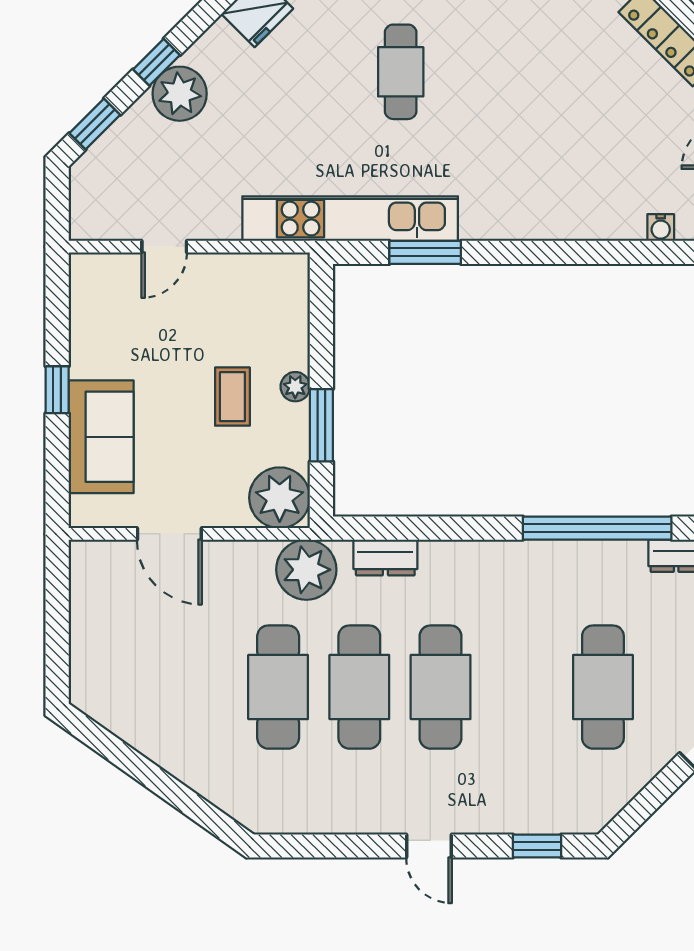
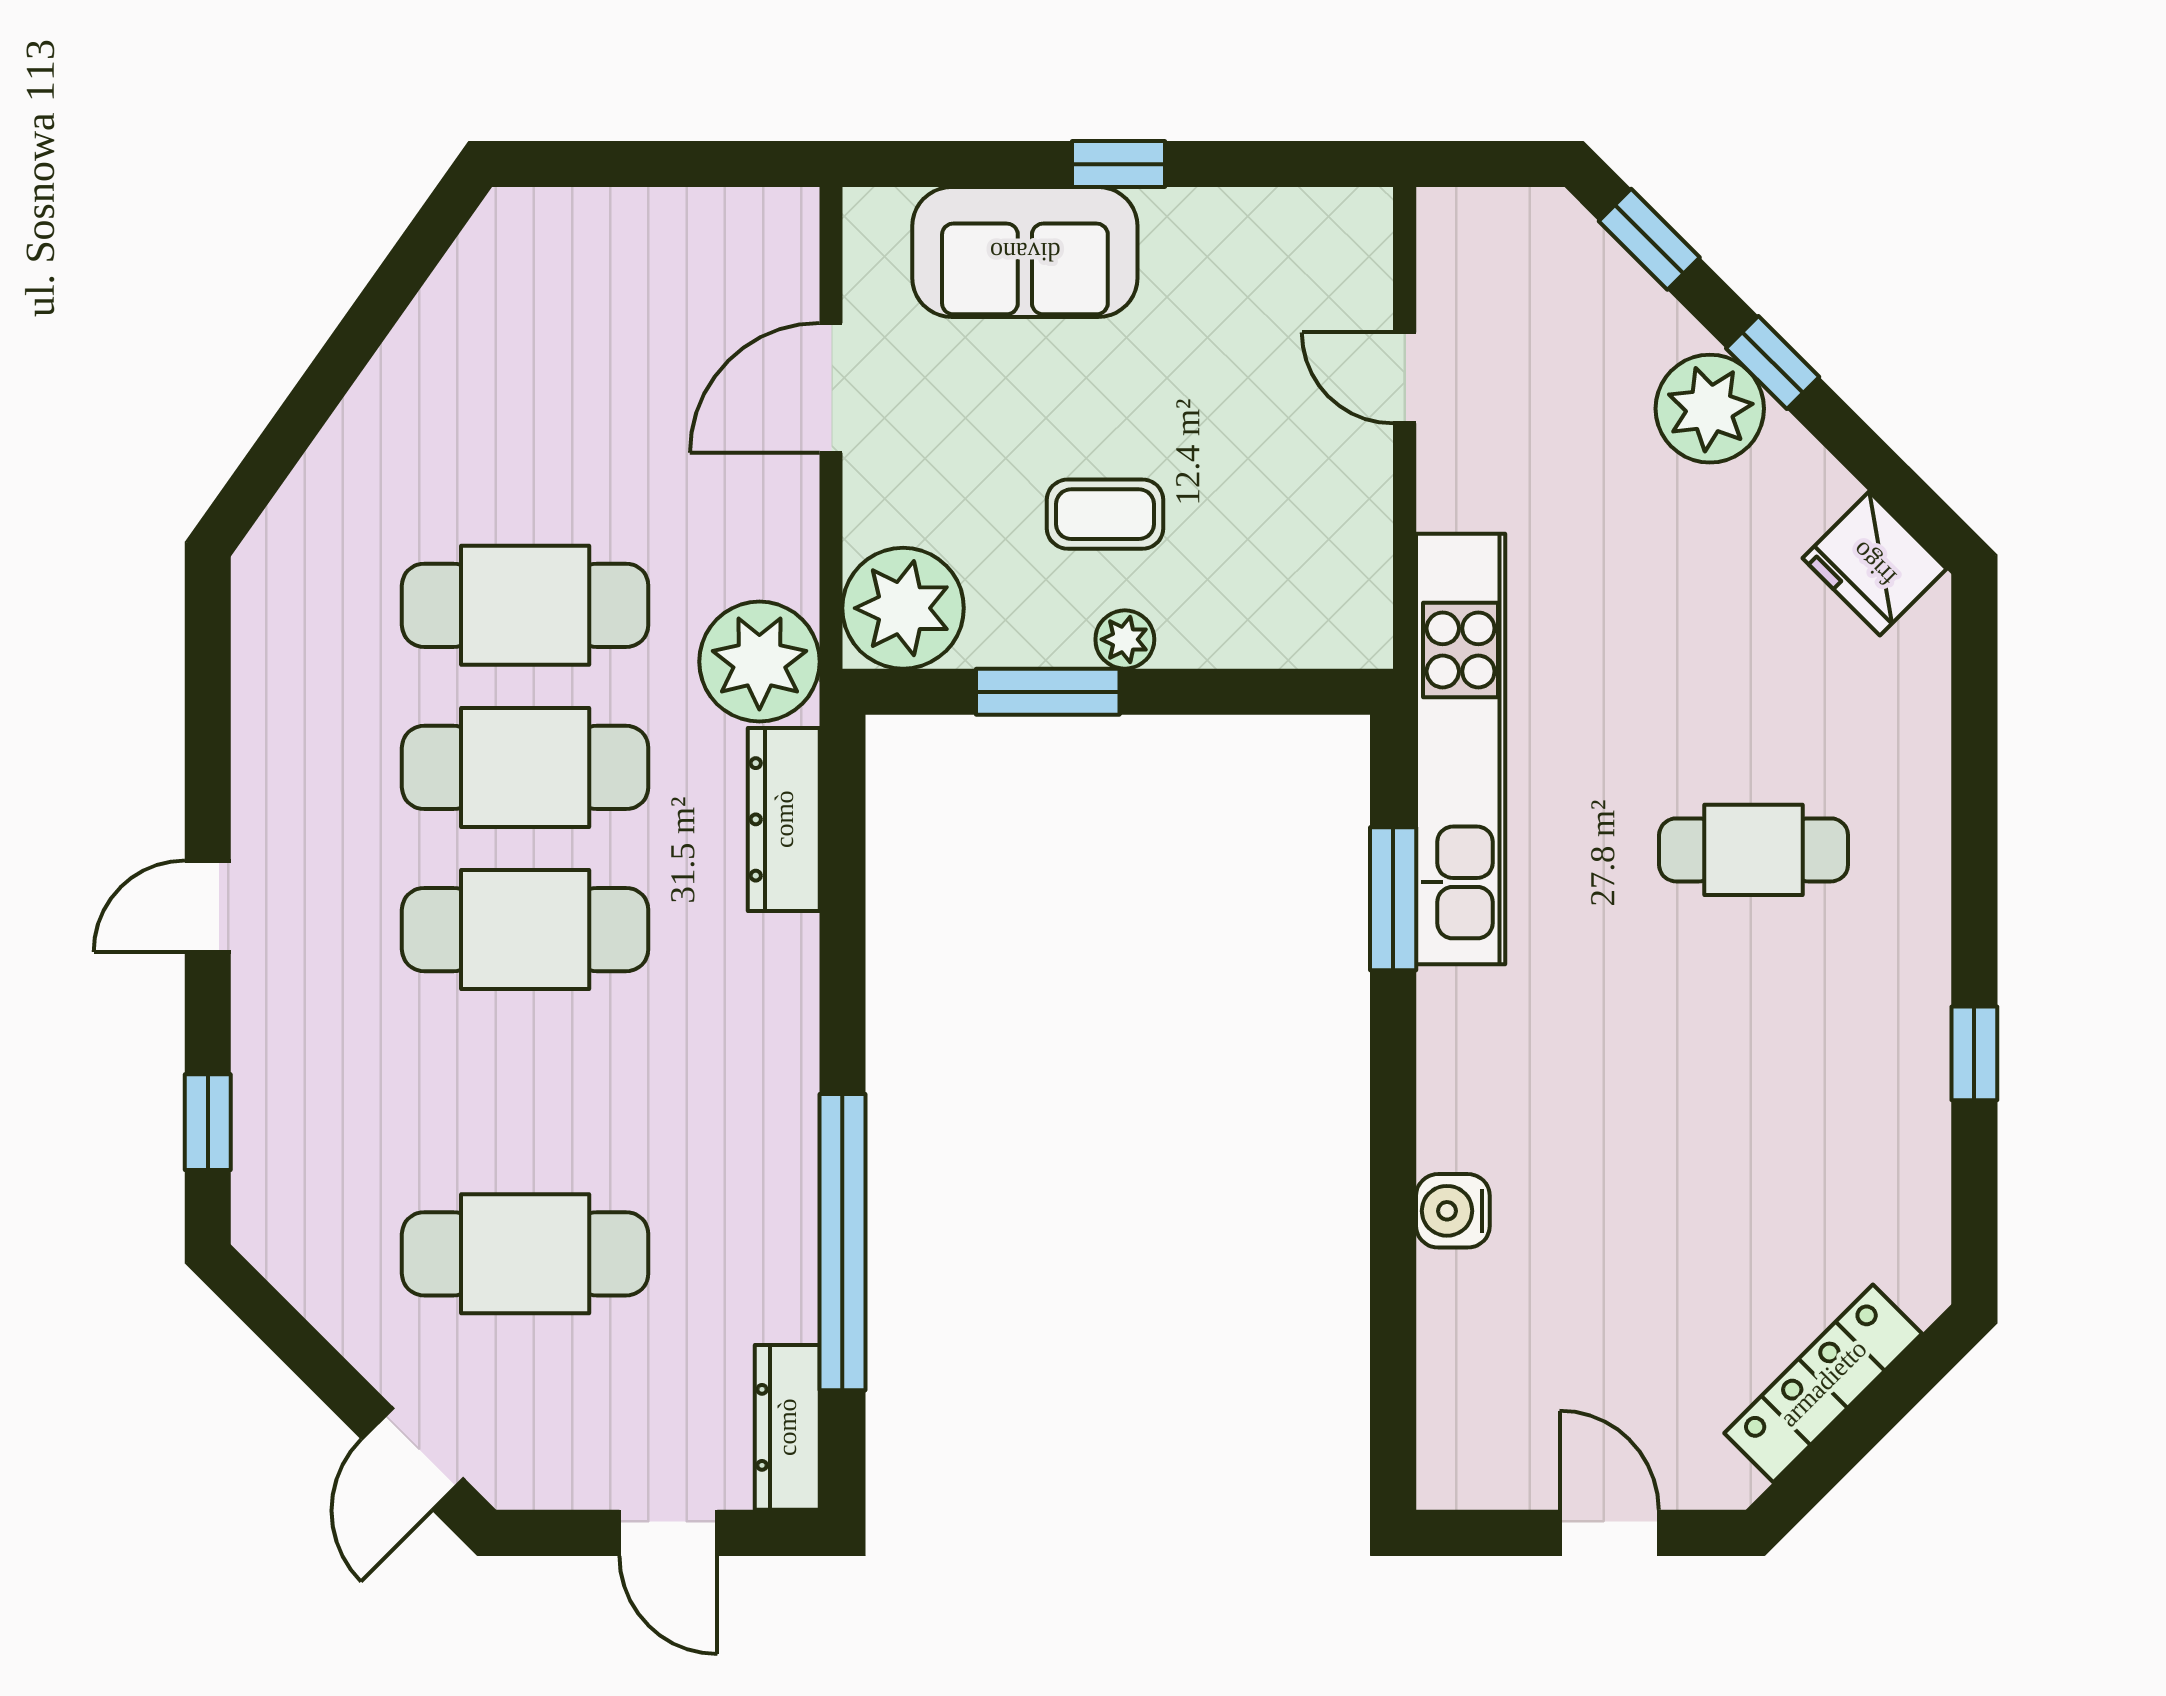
water cooler: (661, 227) -> (1453, 1211), moved, width x1.38, depth x1.38
dresser: (385, 558) -> (784, 819), width x1.44

